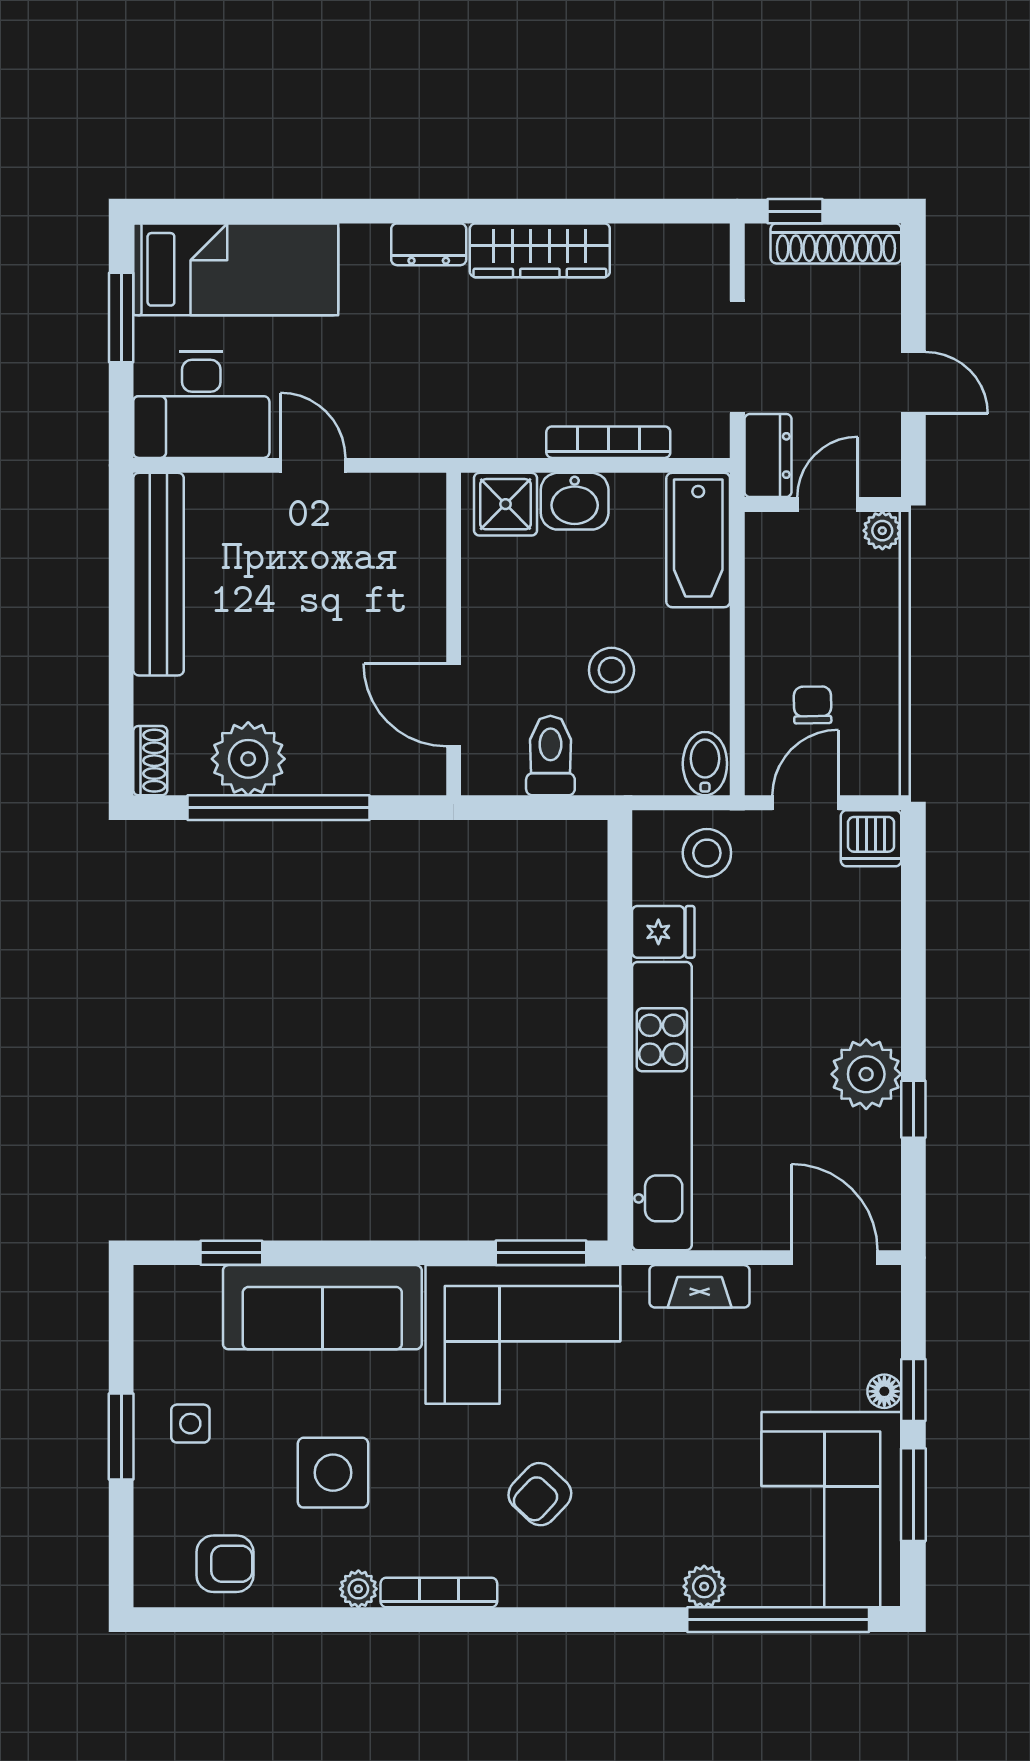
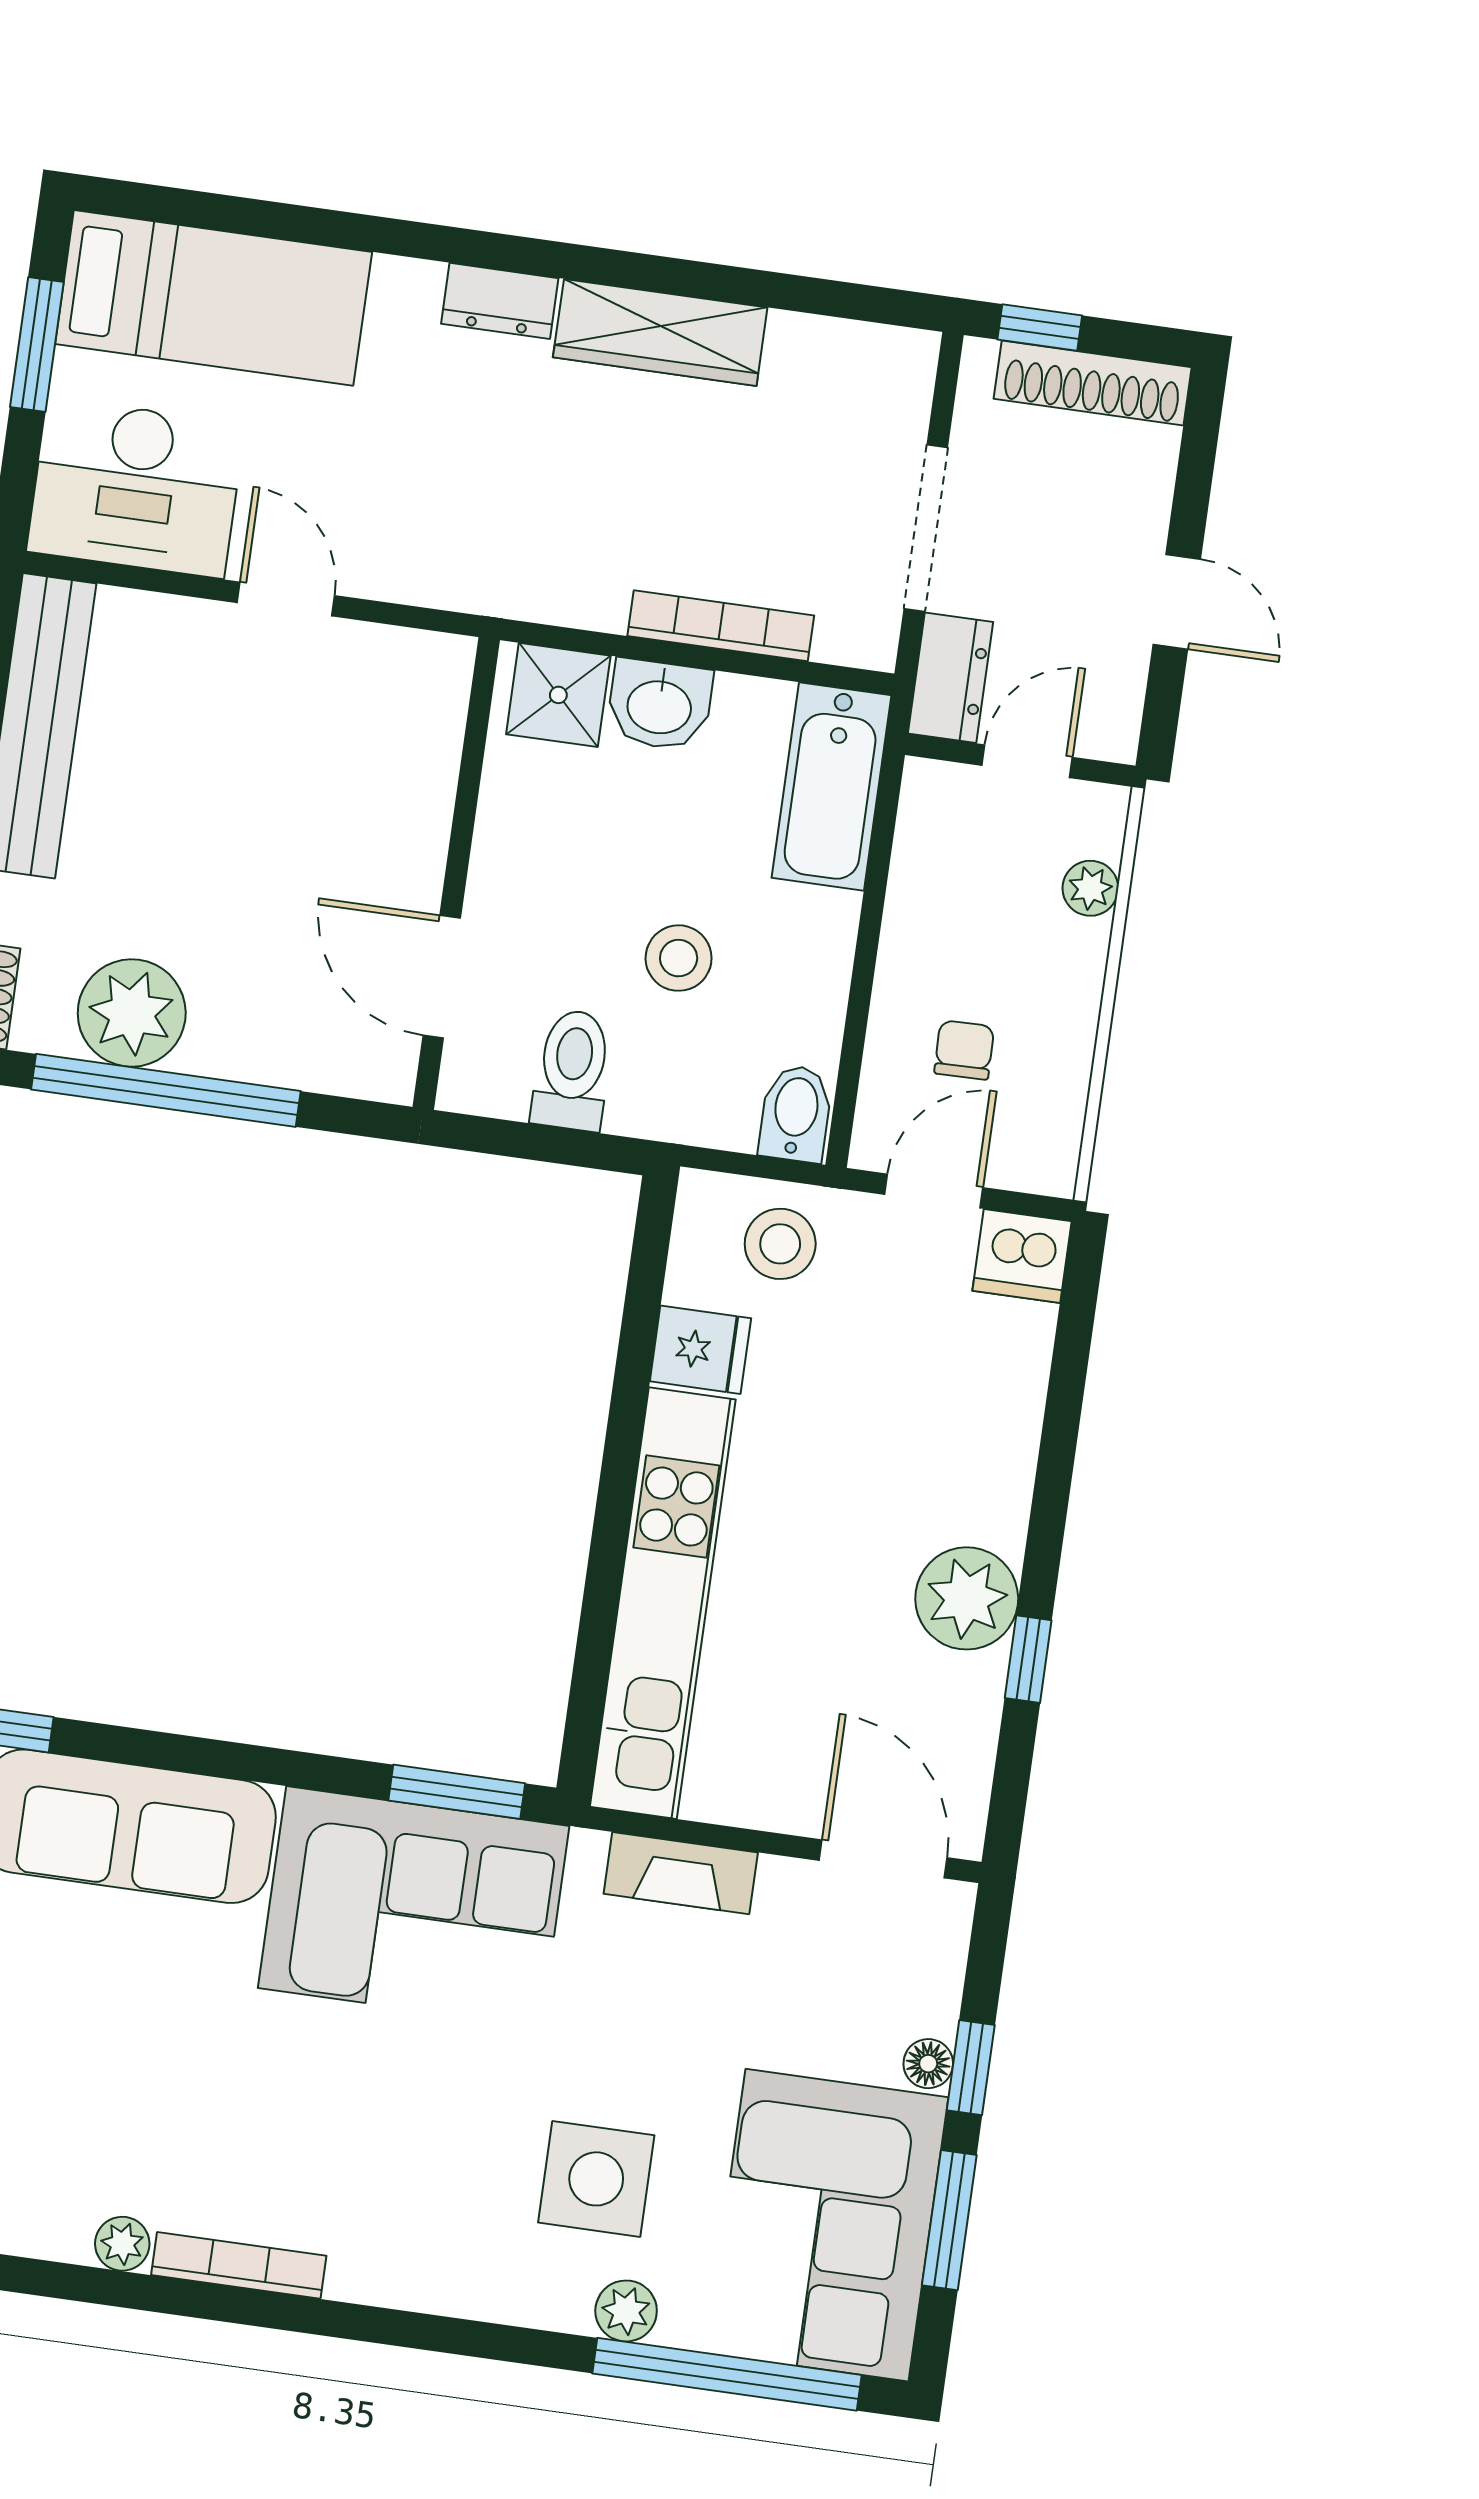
plant: (882, 531) -> (1090, 888), moved
side table: (333, 1473) -> (596, 2179), moved
armchair: (540, 1494) -> (406, 2143), removed

